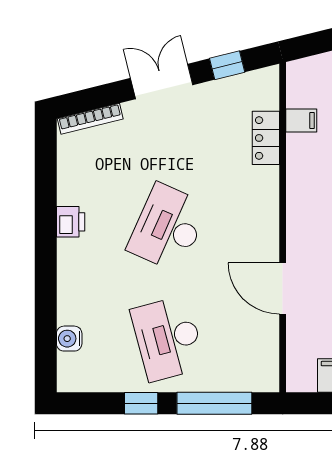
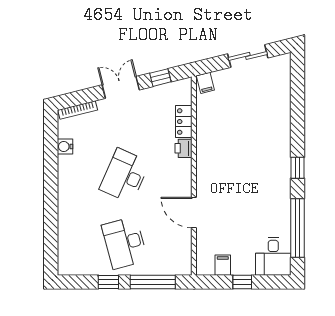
filing cabinet: (301, 121) -> (205, 83), moved, turned 76
printer: (71, 222) -> (183, 148), moved, turned 180
water cooler: (69, 339) -> (65, 147), moved

